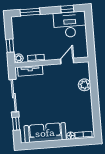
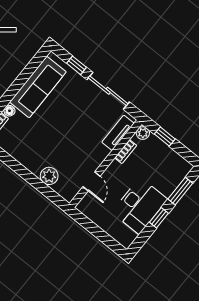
window: (67, 9) -> (159, 218), moved
desk: (70, 24) -> (139, 206), moved

